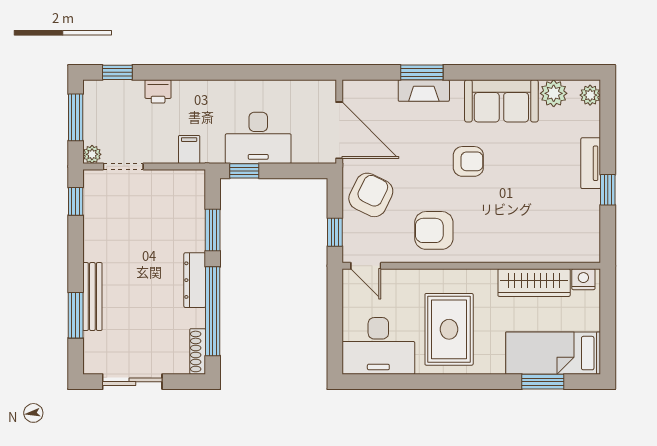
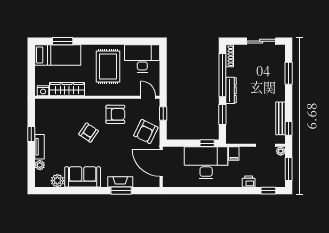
plant: (590, 95) -> (40, 165), moved
desk: (258, 138) -> (206, 163), width x1.36, depth x1.30
armchair: (468, 161) -> (89, 133), moved, turned 124
bench: (92, 297) -> (280, 118), moved

